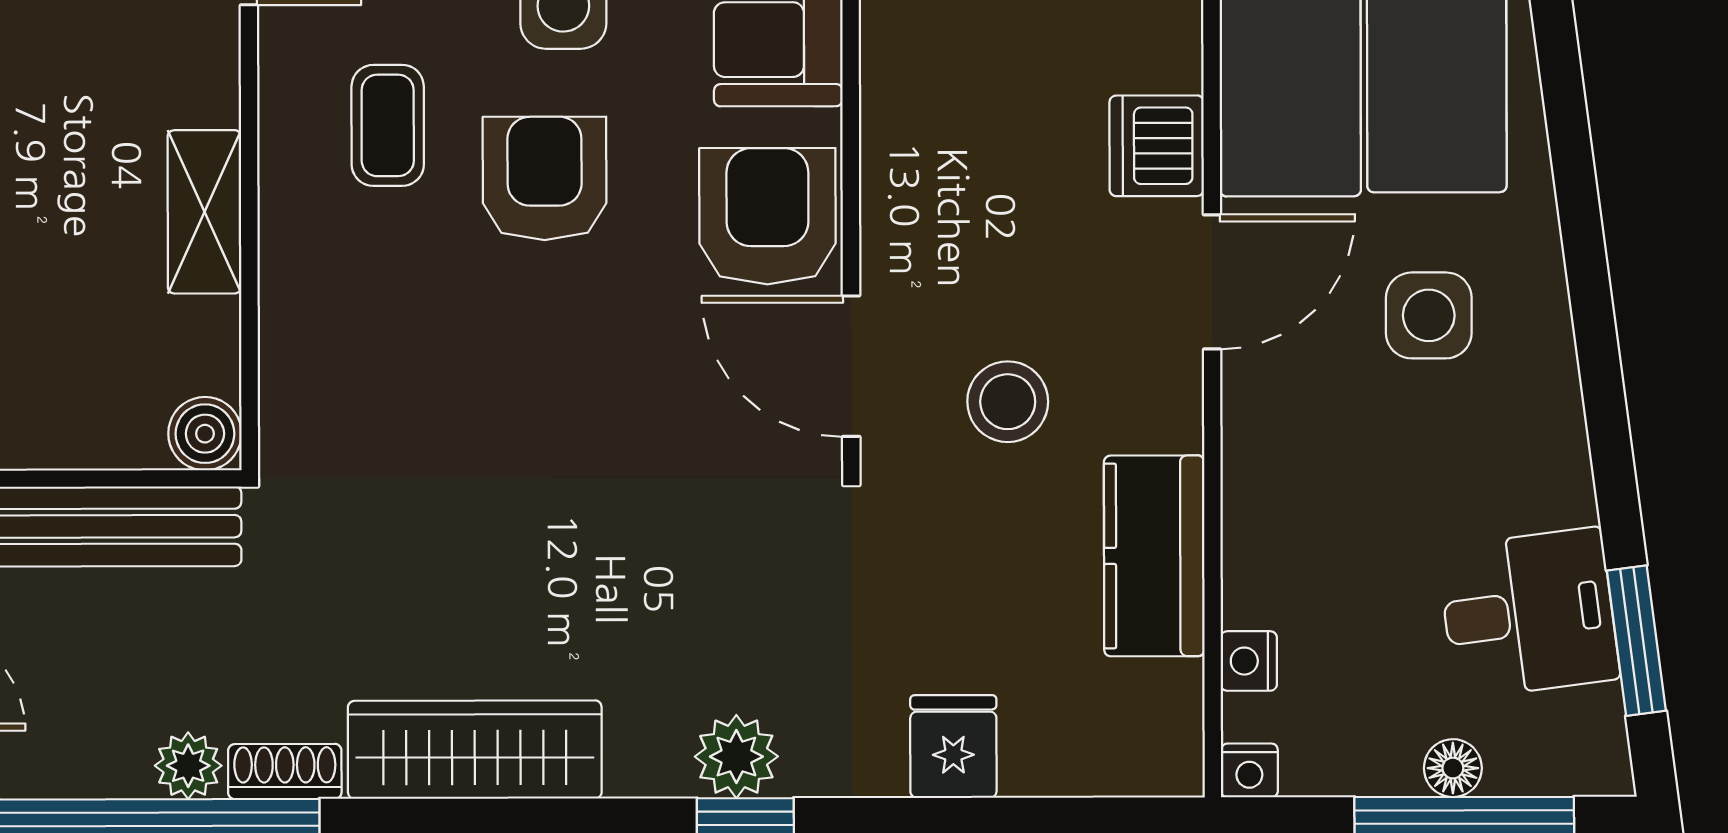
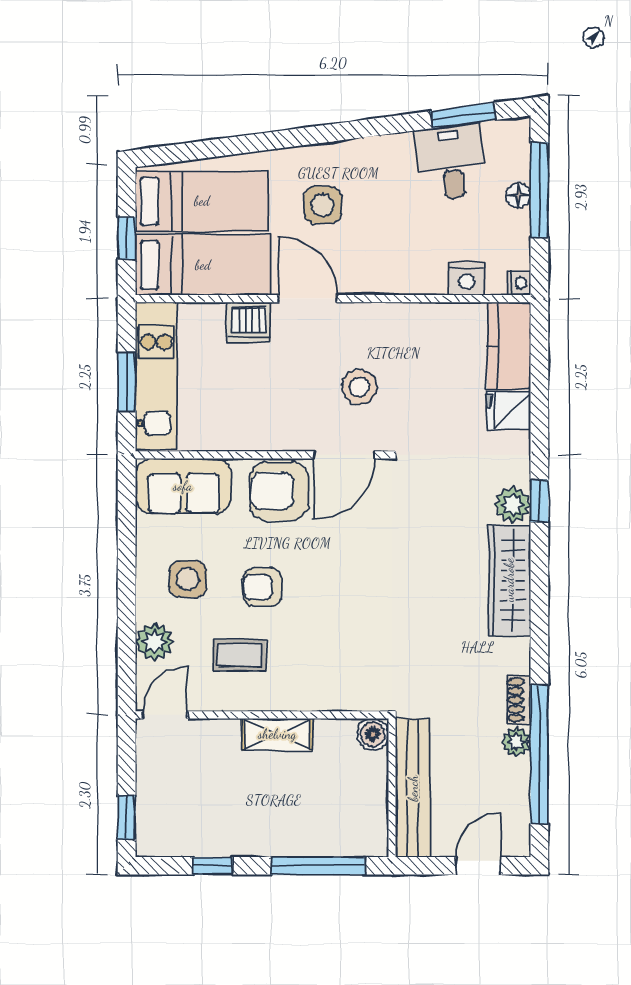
armchair: (545, 178) -> (263, 587), width x0.72, depth x0.72
kitchen counter: (1154, 556) -> (509, 346), moved, turned 90
nightstand: (1249, 661) -> (467, 279), width x1.39, depth x1.35
wardrobe: (475, 750) -> (509, 580), moved

